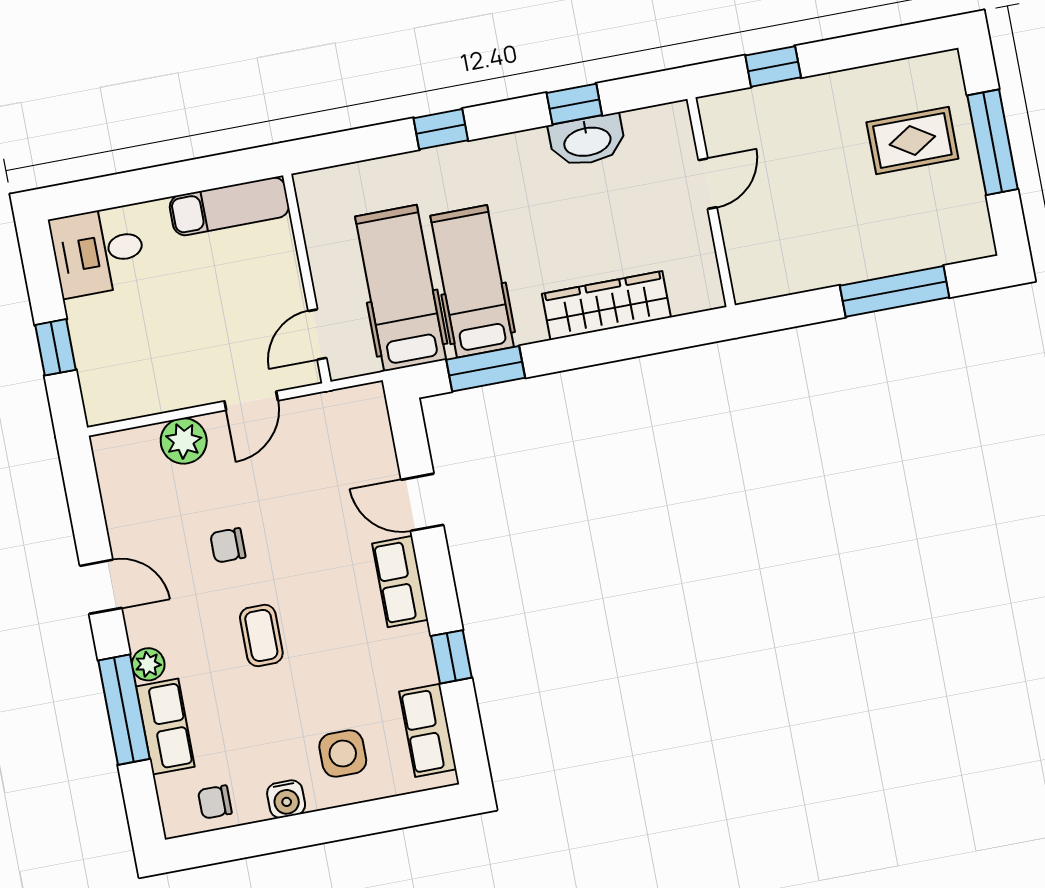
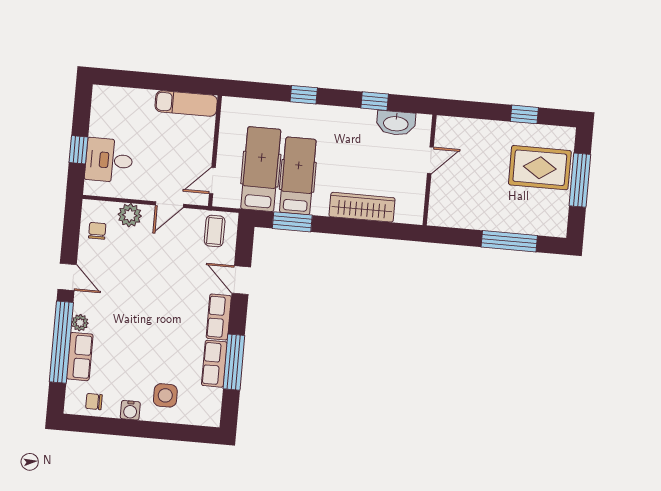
window: (773, 66) -> (524, 114), moved
washbasin: (587, 140) -> (396, 123), moved
rug: (912, 140) -> (540, 168), width x1.36, depth x1.43
desk: (98, 252) -> (109, 160), moved
chair: (228, 545) -> (97, 231), moved, turned 90
coffee table: (261, 636) -> (215, 231), moved
window: (451, 657) -> (234, 362), width x2.17
window: (124, 710) -> (61, 342), width x1.46
row of seats: (428, 730) -> (214, 364), moved

